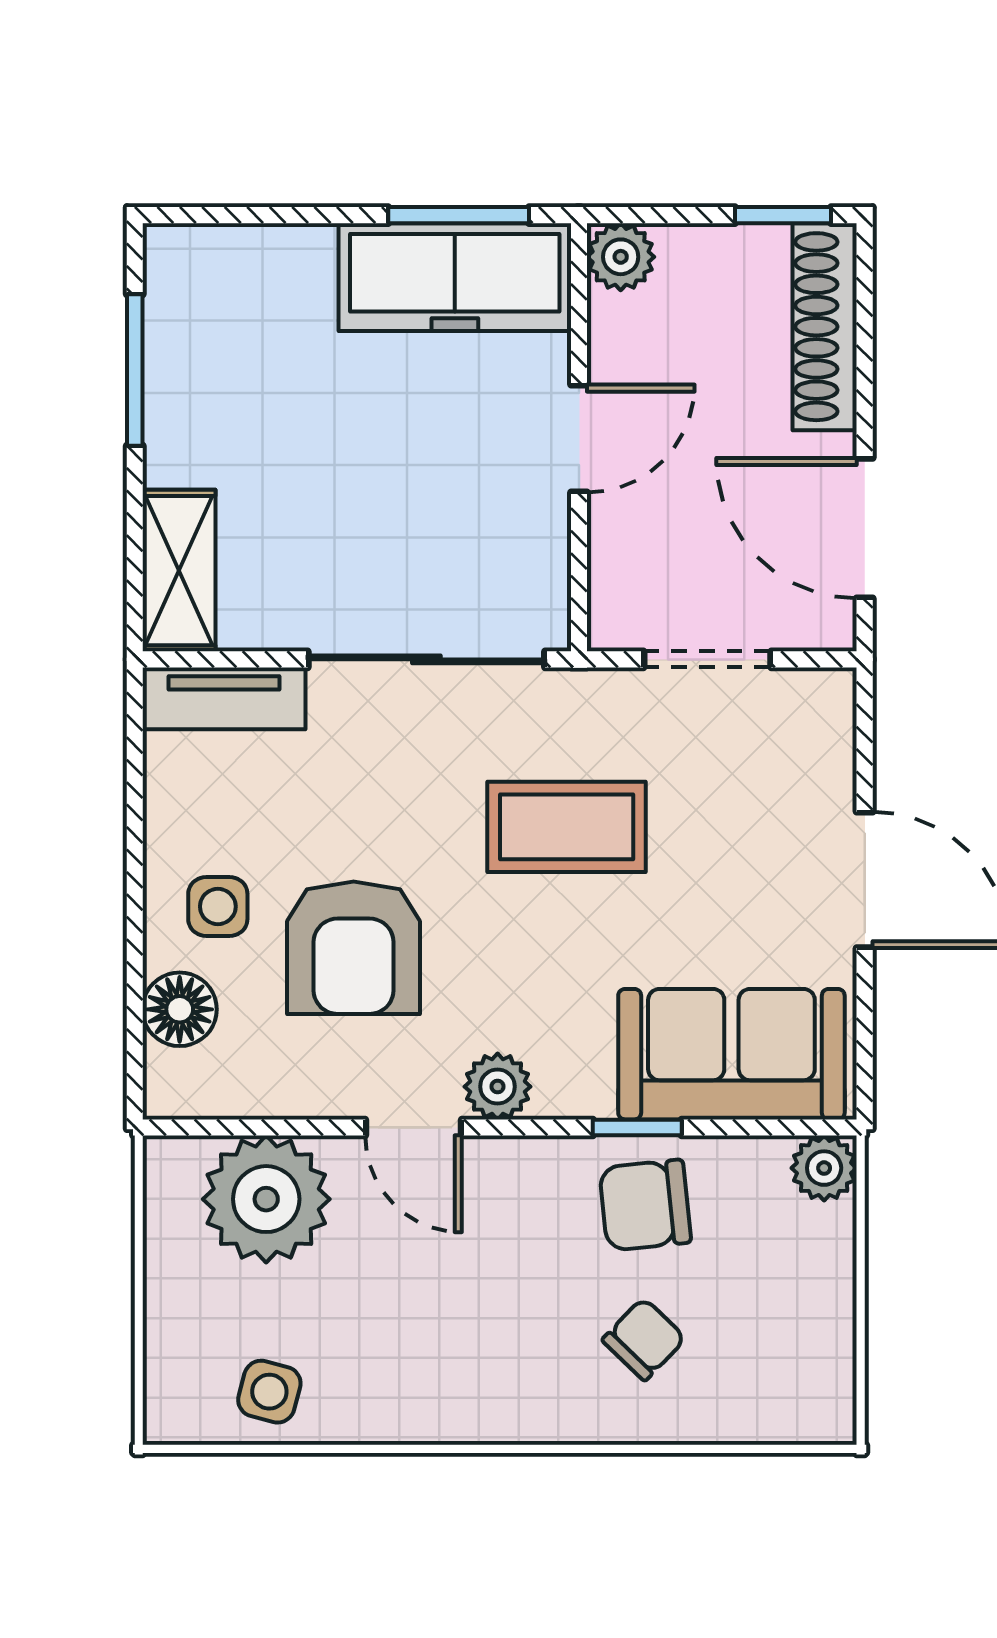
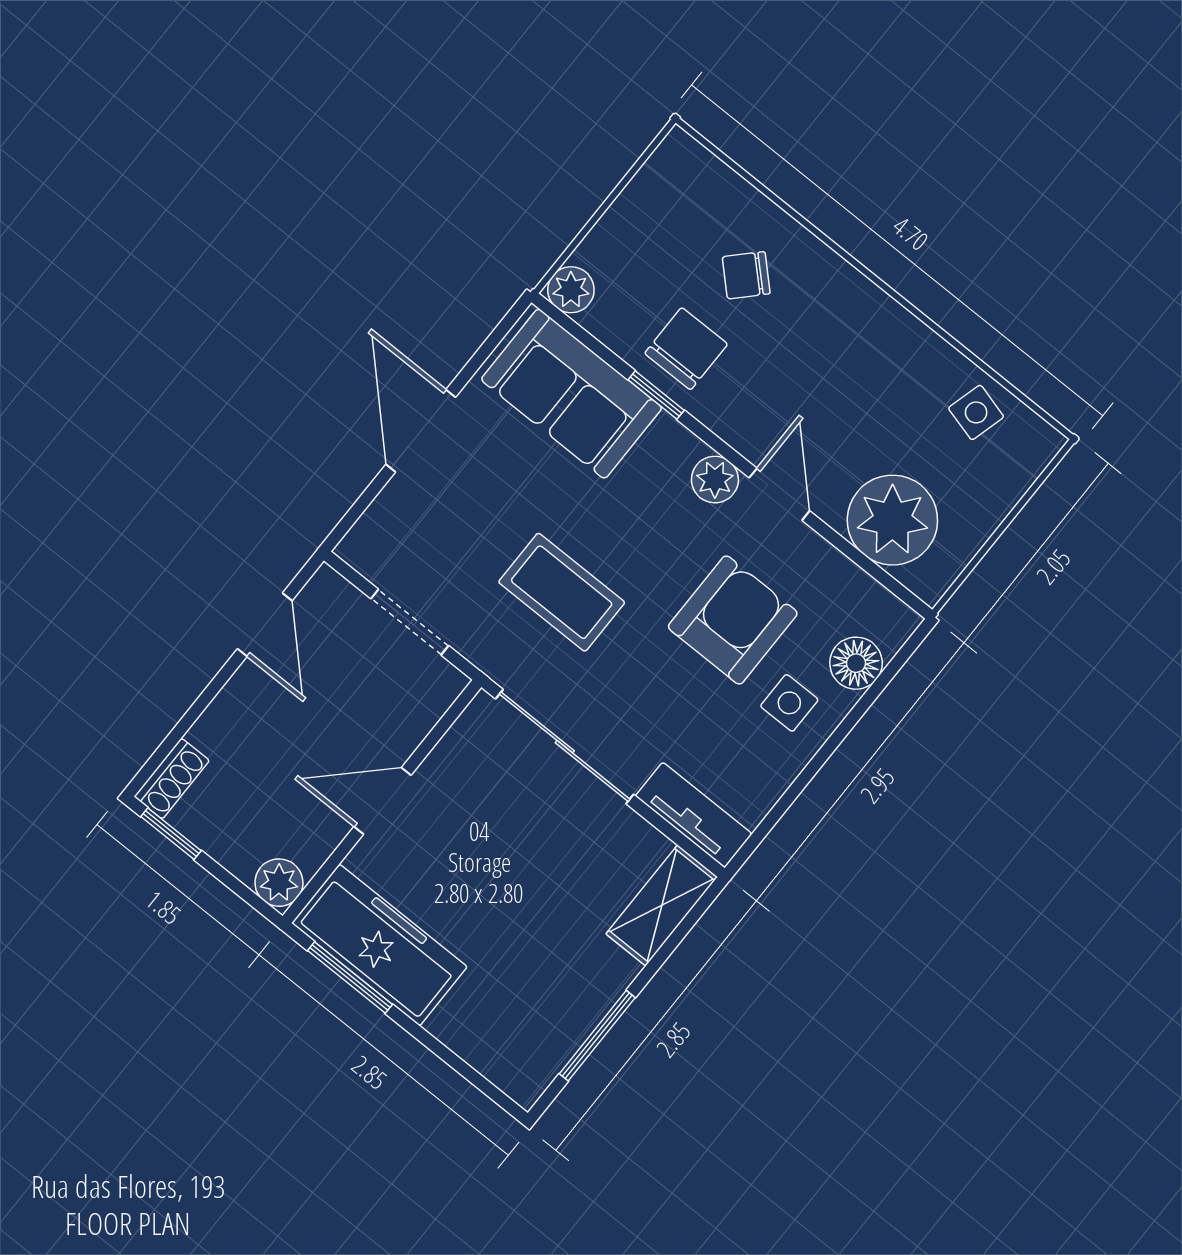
shoe rack: (825, 327) -> (172, 779), width x0.51, depth x0.81
door: (865, 528) -> (265, 625), width x0.73
chair: (645, 1205) -> (686, 349), turned -84

